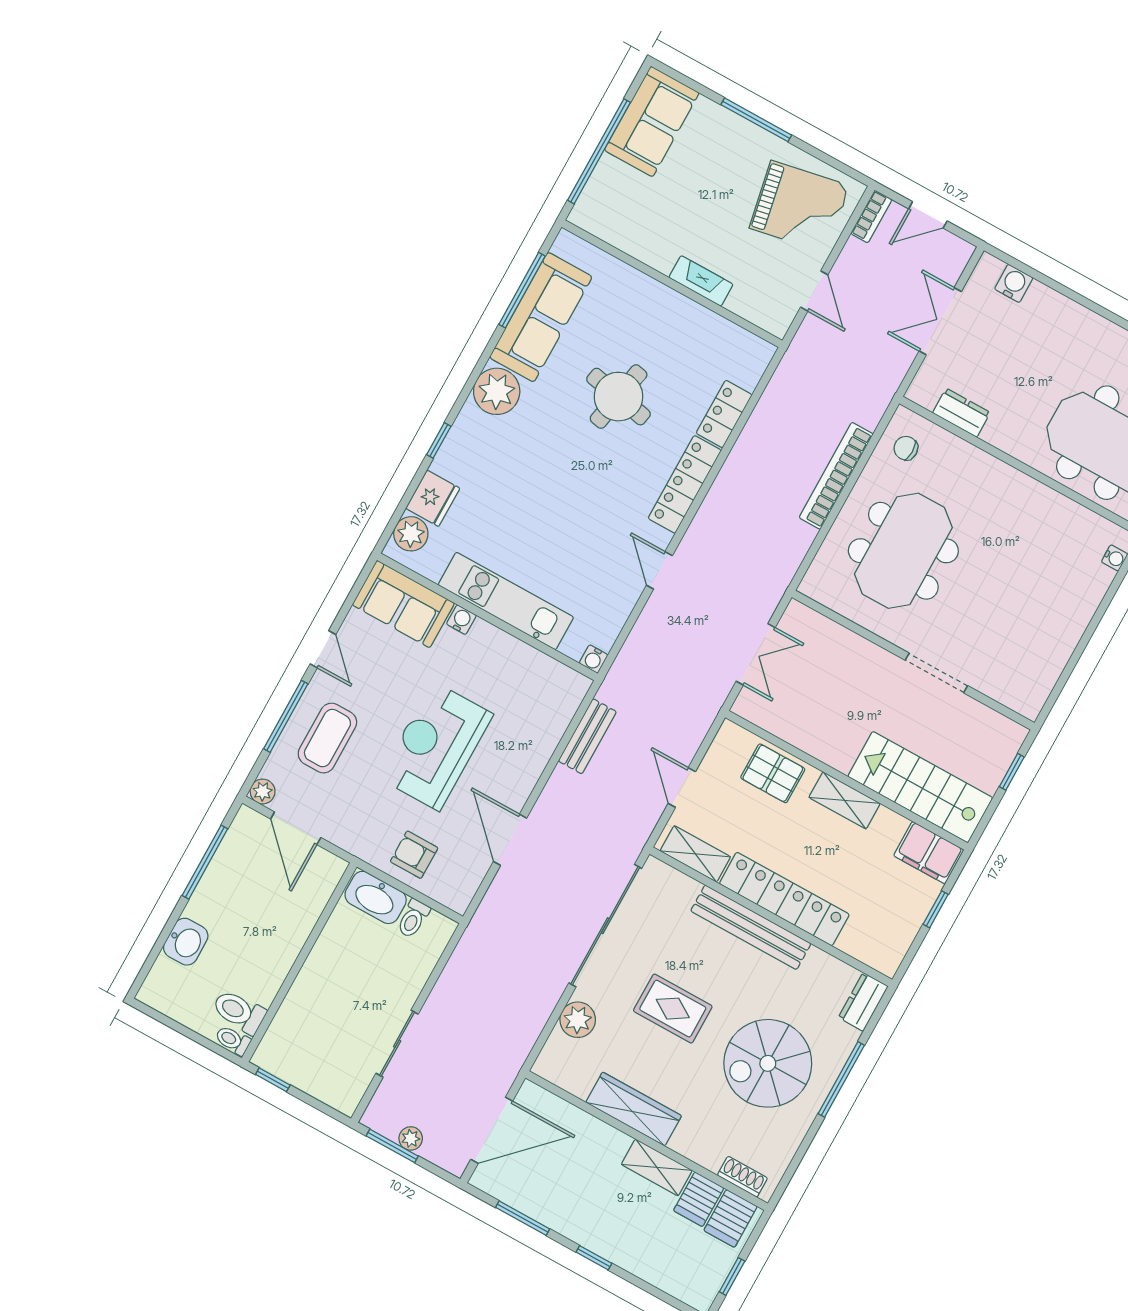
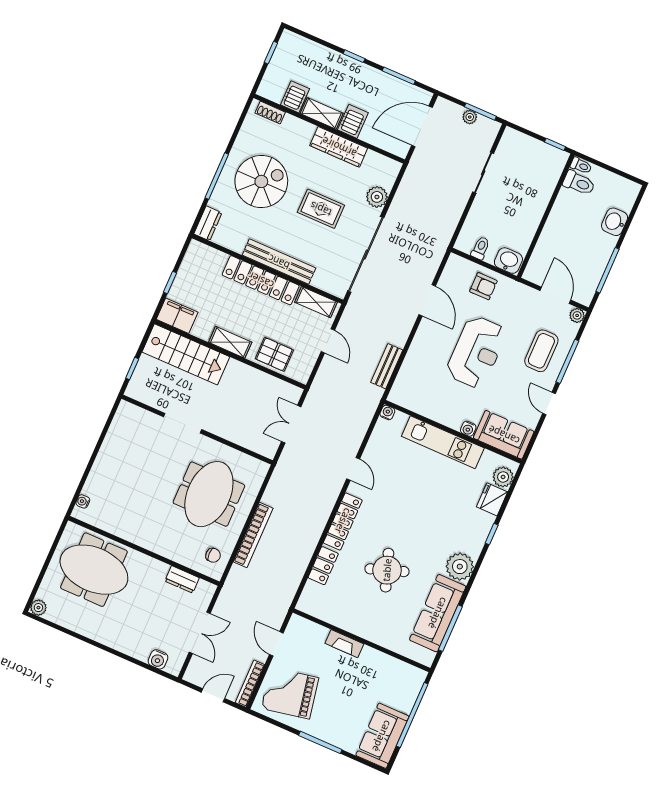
bookcase: (871, 216) -> (250, 684), width x1.56
round table: (619, 397) -> (387, 570), turned -30
washbasin: (376, 897) -> (508, 261), width x0.72
server rack: (730, 1218) -> (353, 121), moved

